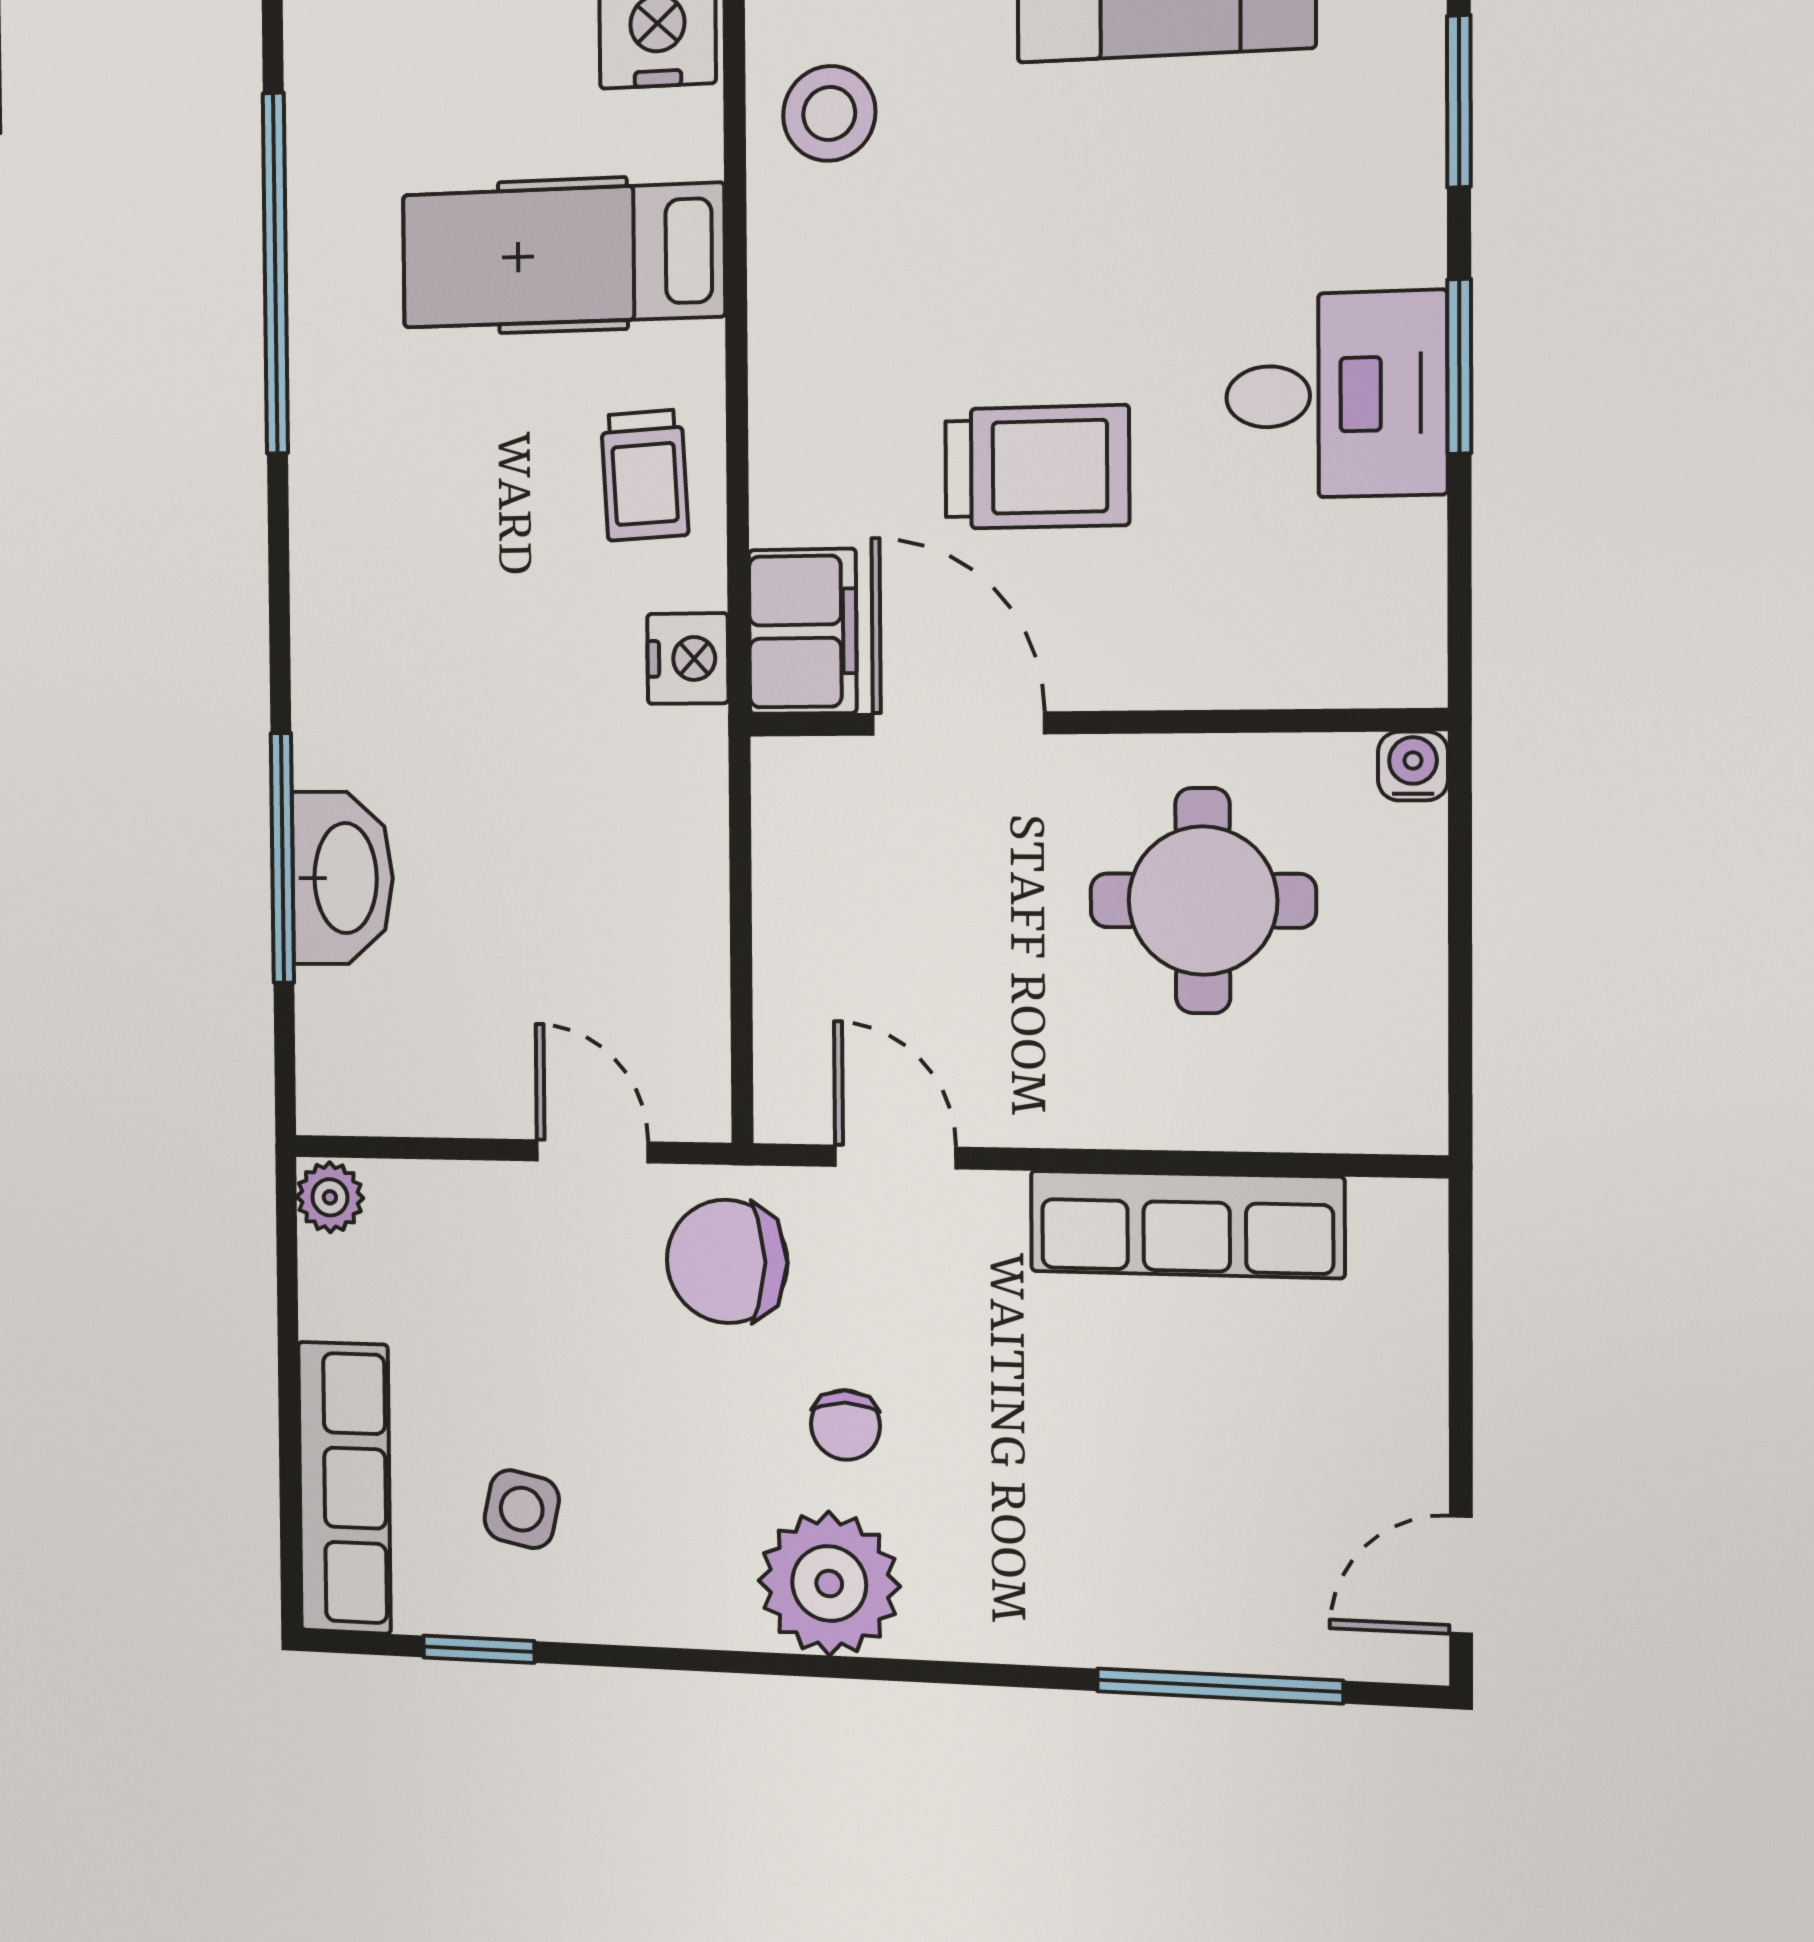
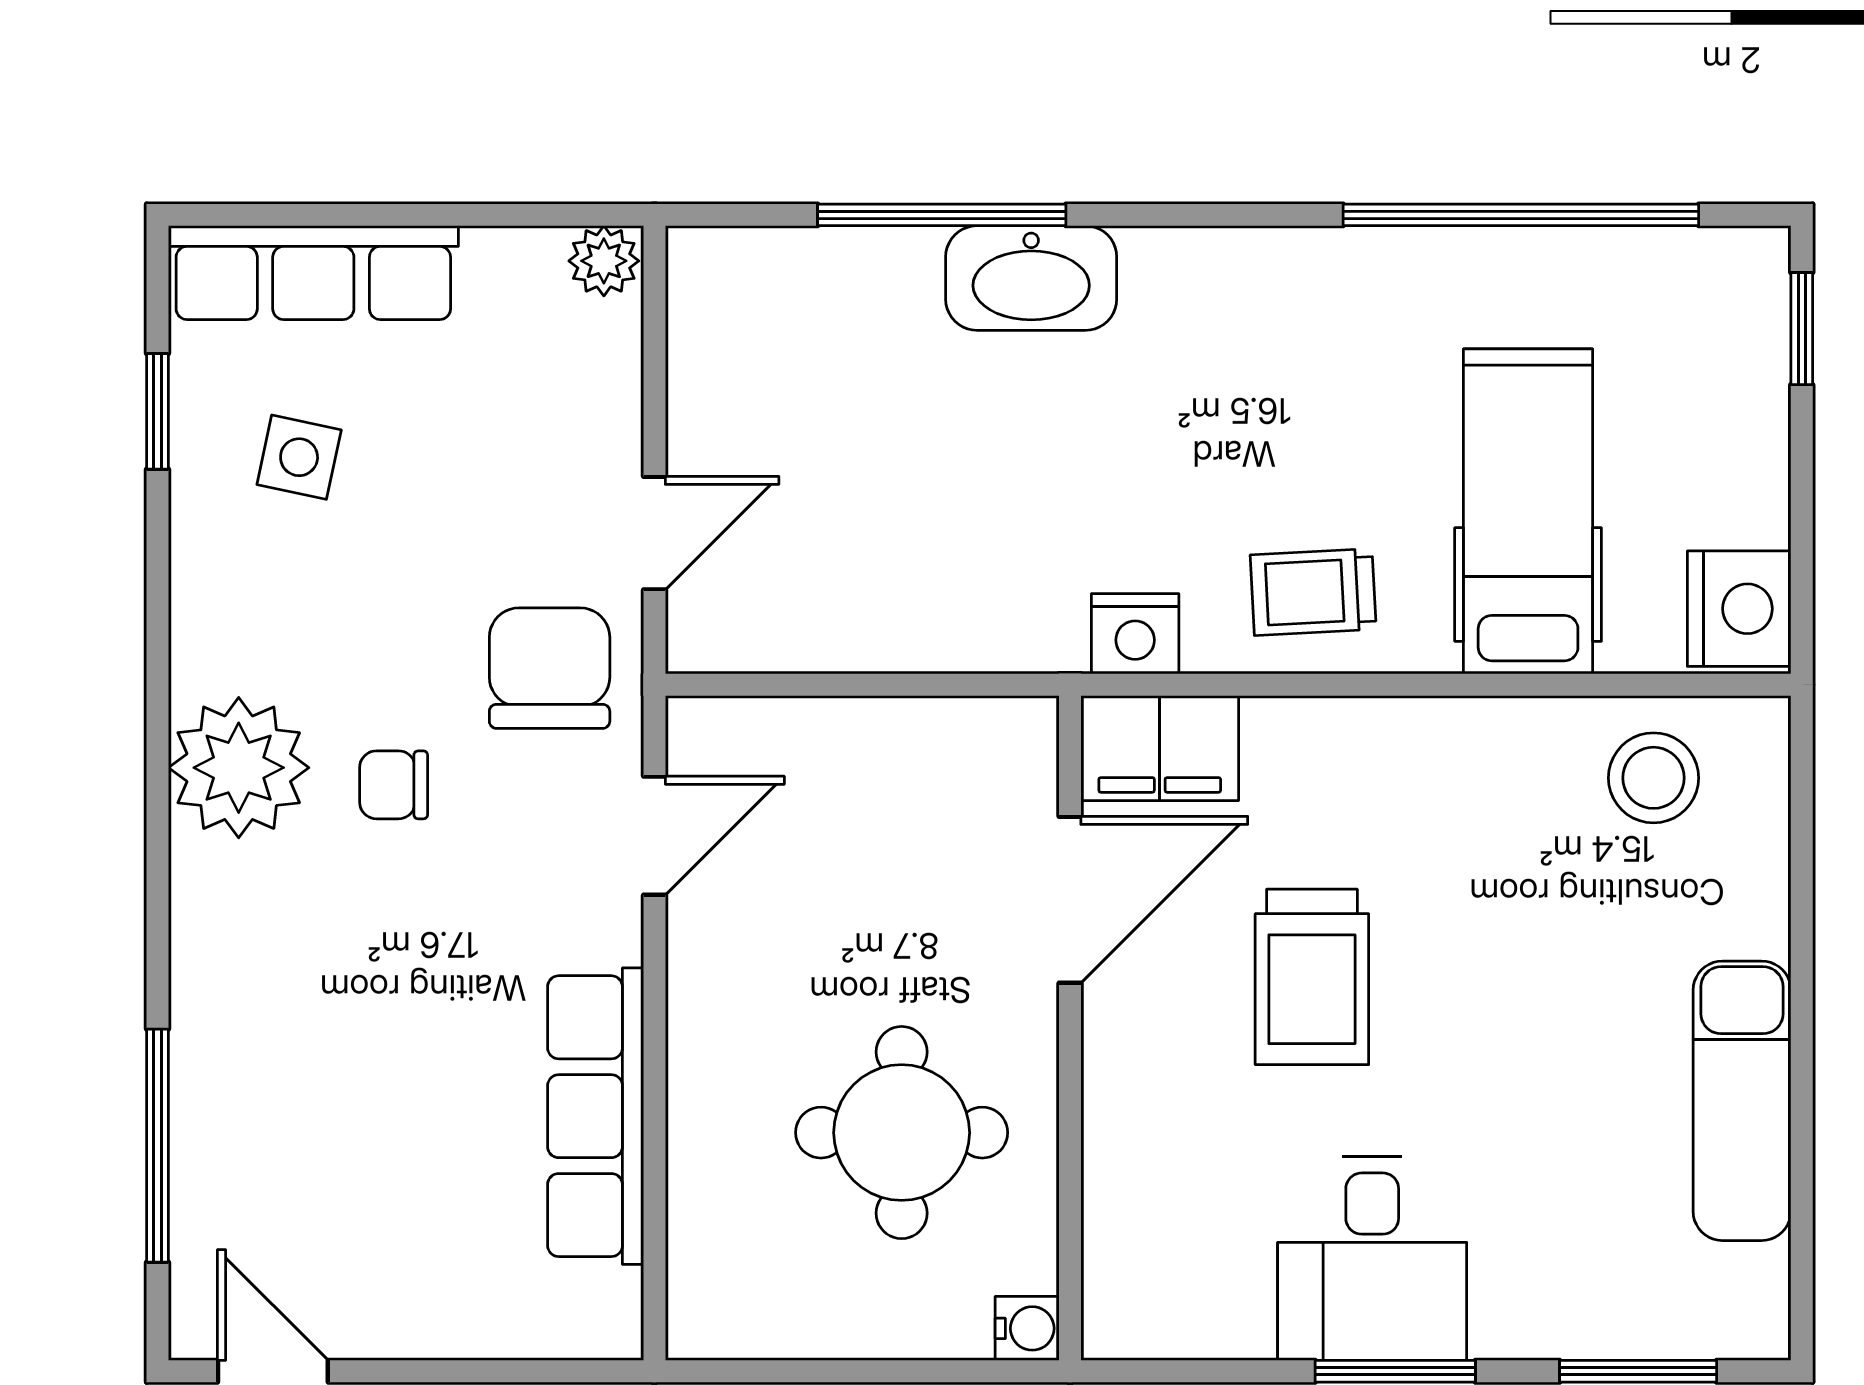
washbasin: (343, 878) -> (1031, 278), moved

